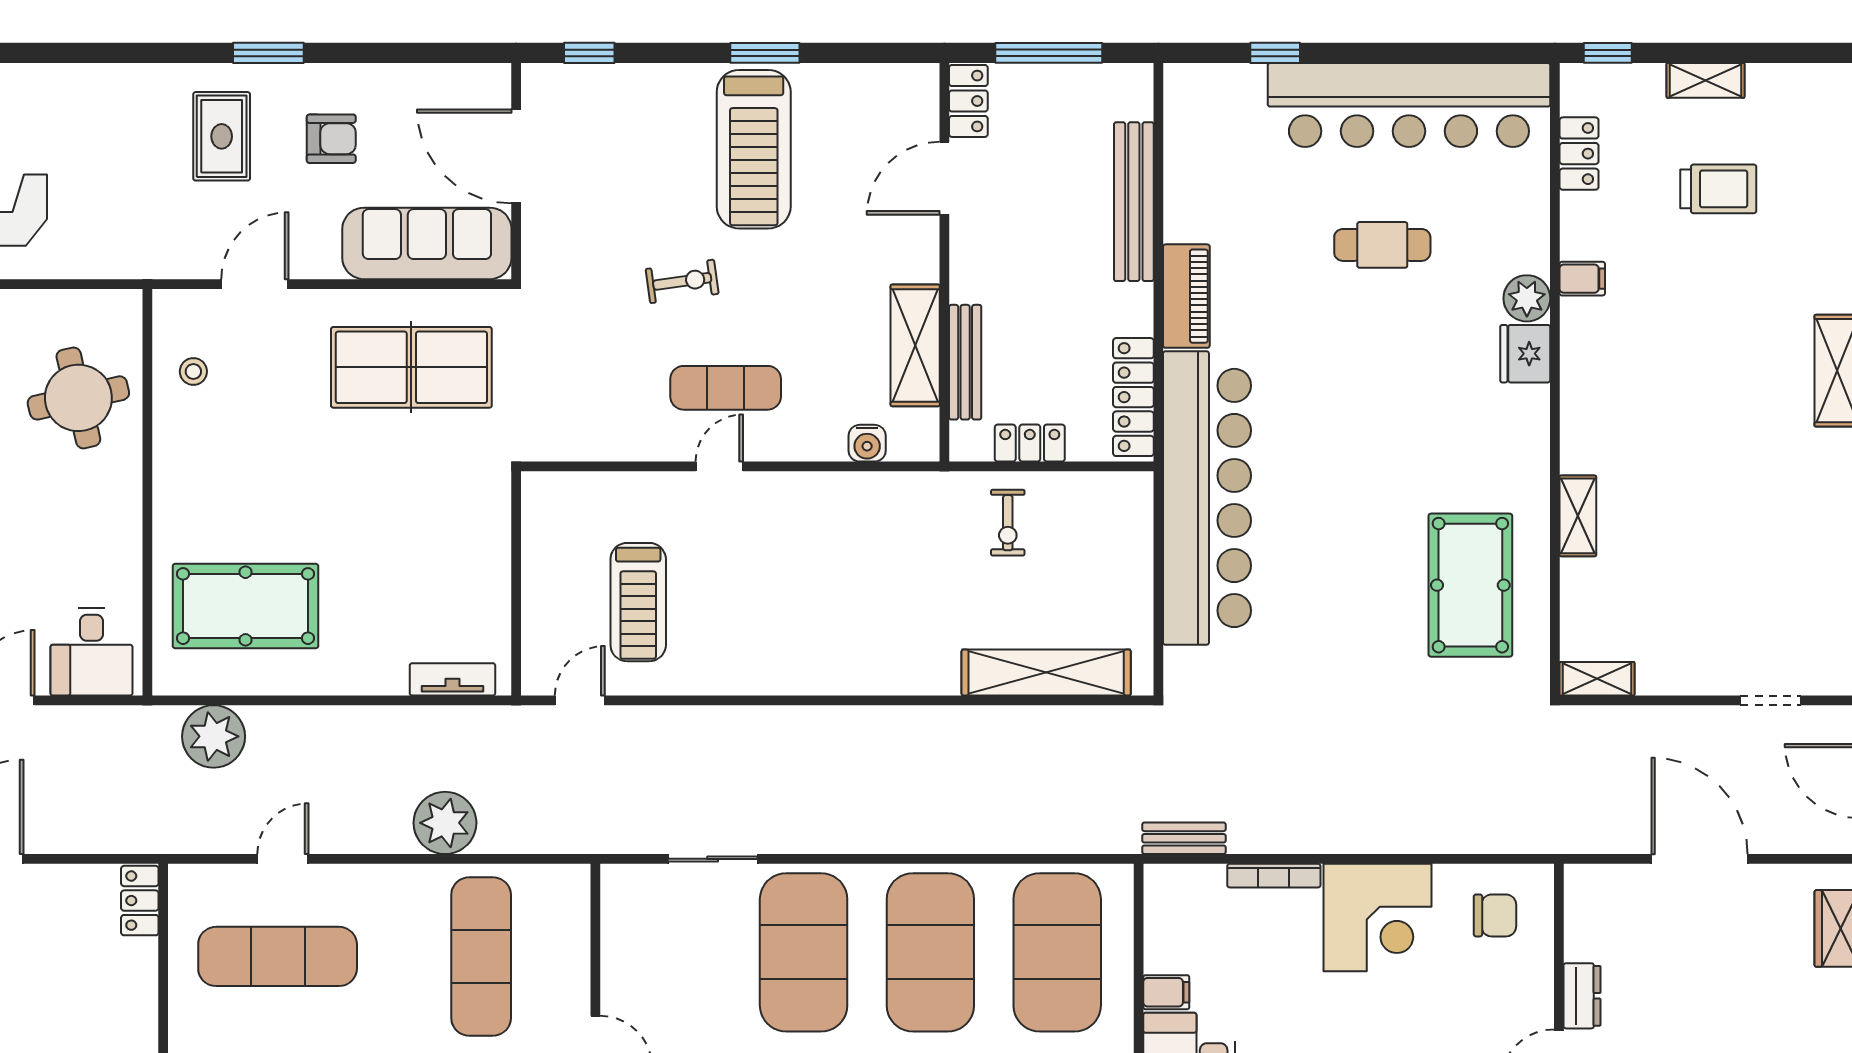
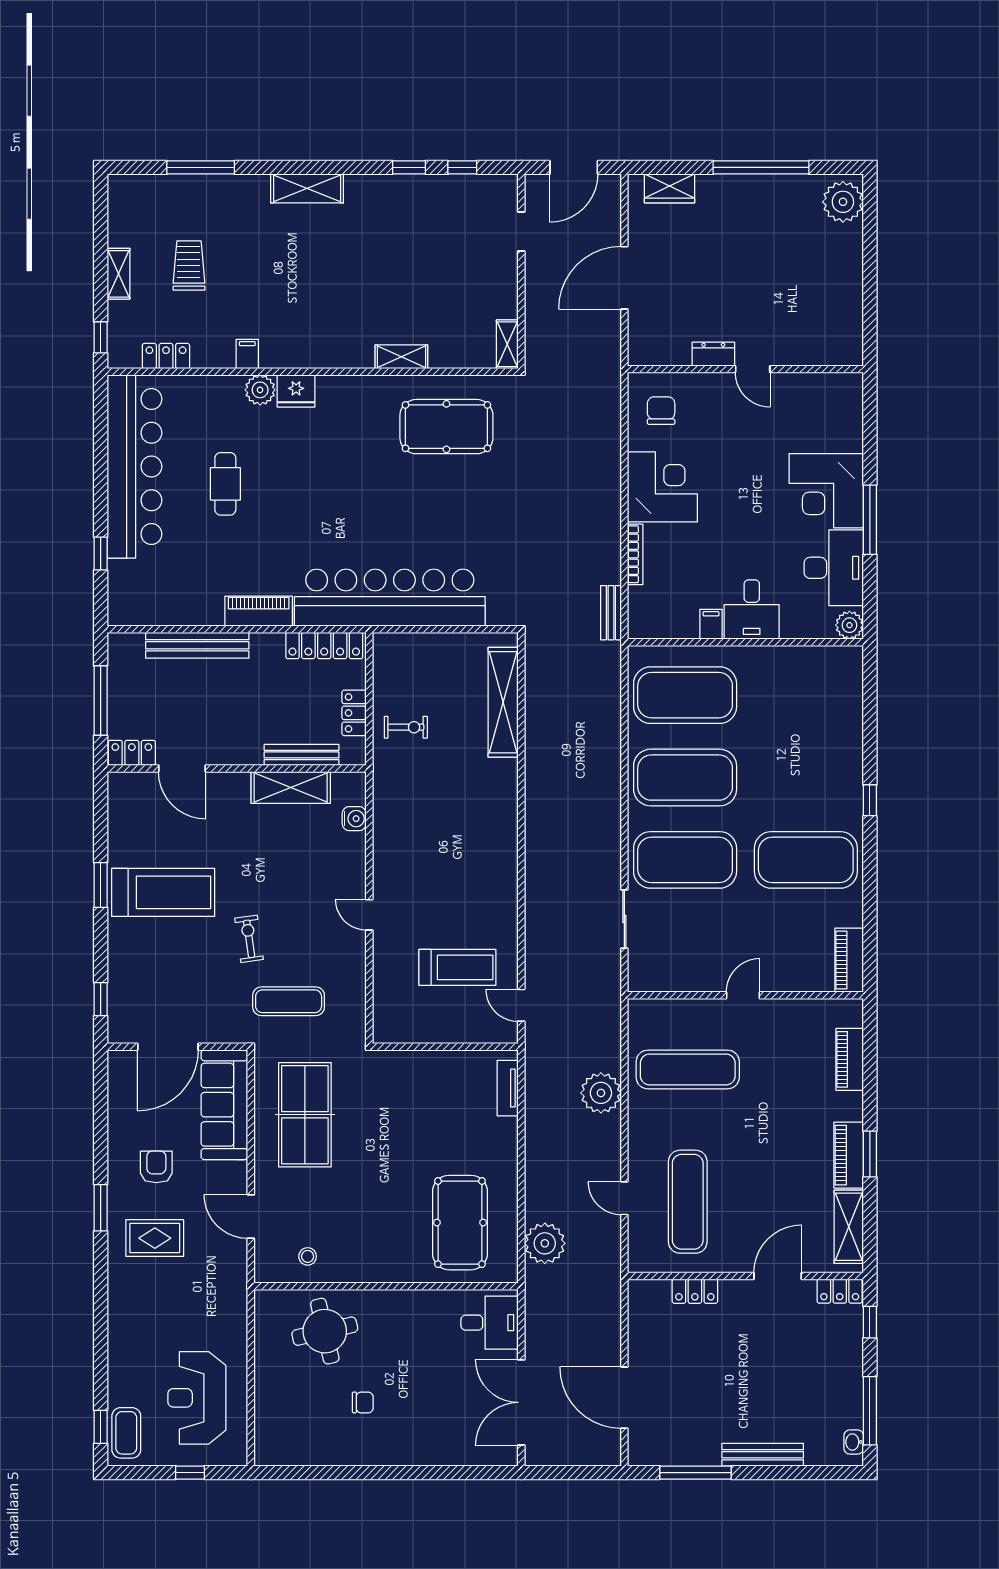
exercise mat: (726, 388) -> (289, 1001), moved, turned 90
locker: (140, 901) -> (695, 1291), moved

